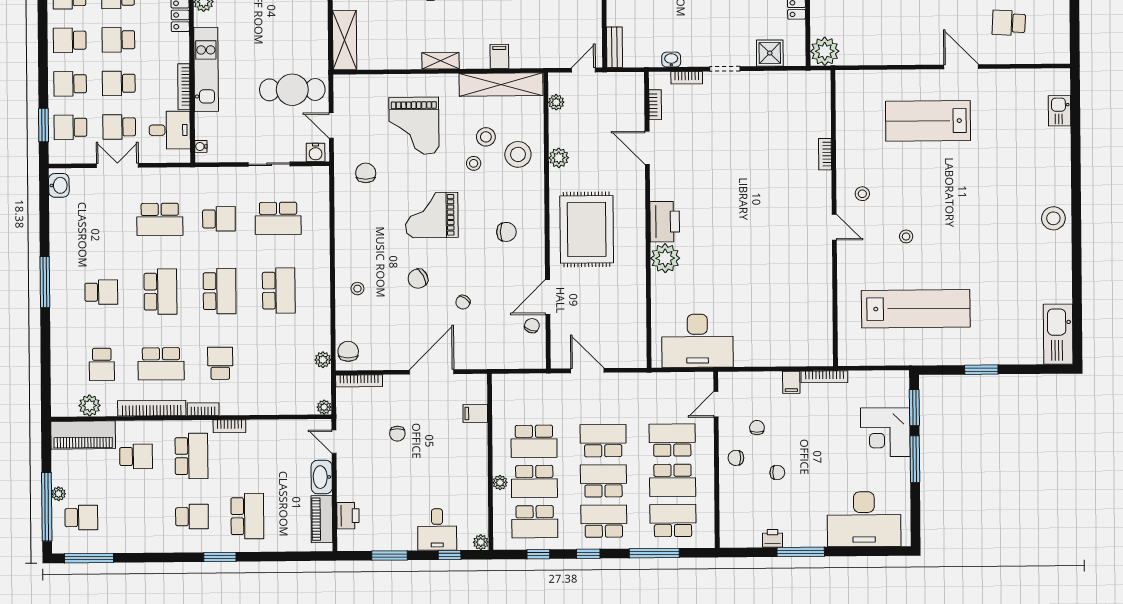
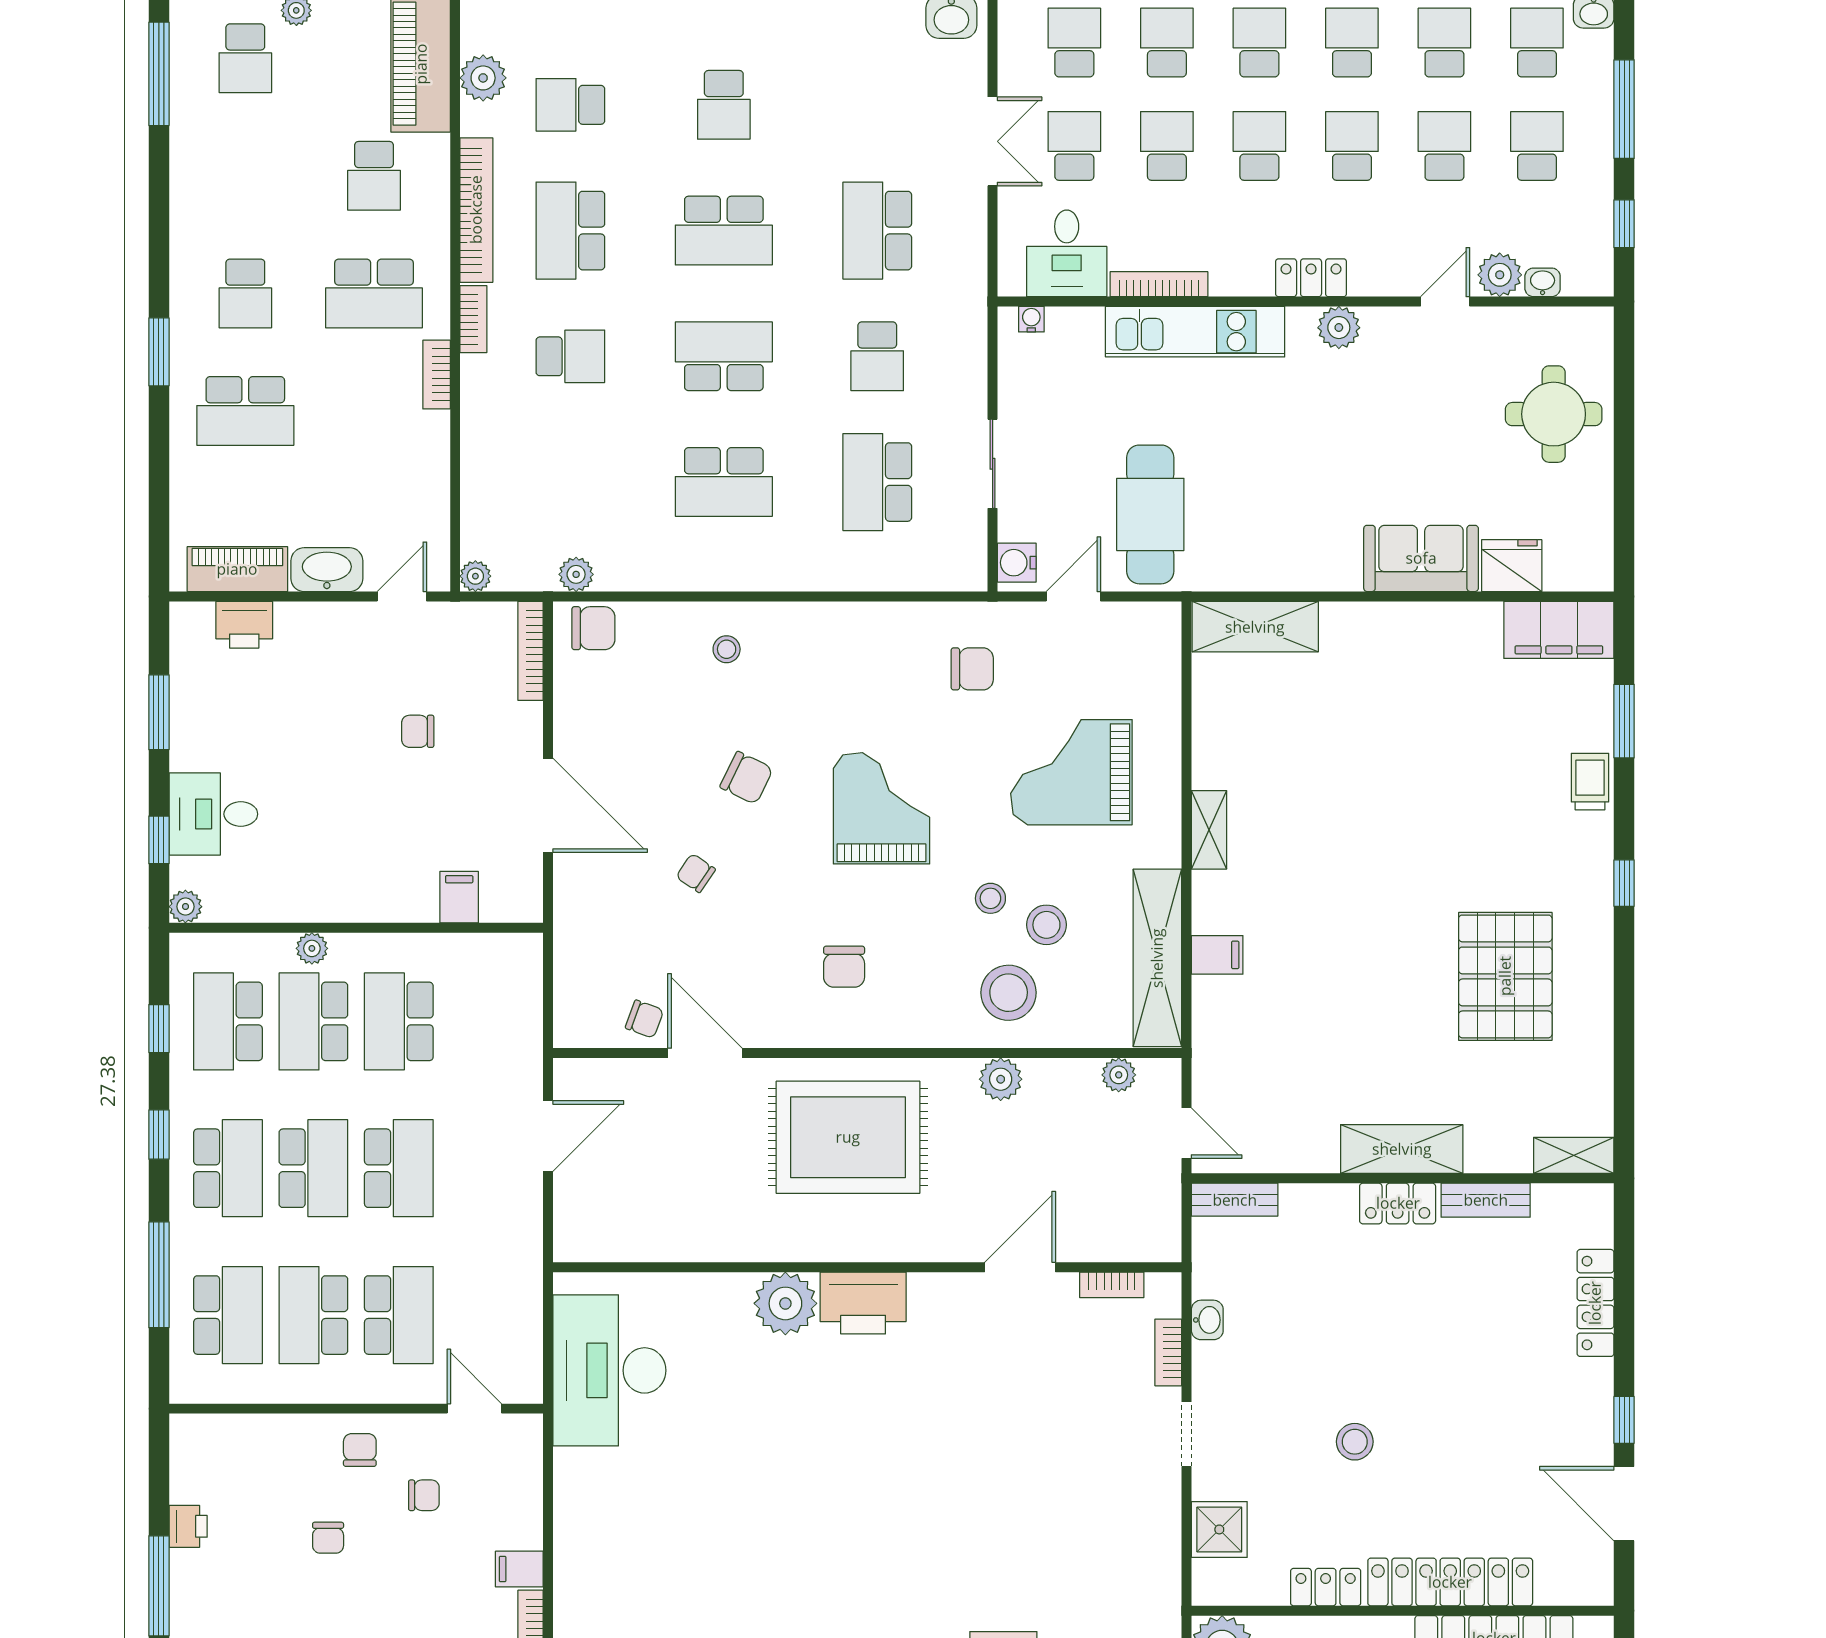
chair: (418, 279) -> (747, 778), turned 144
school desk: (220, 291) -> (724, 356), turned 180

